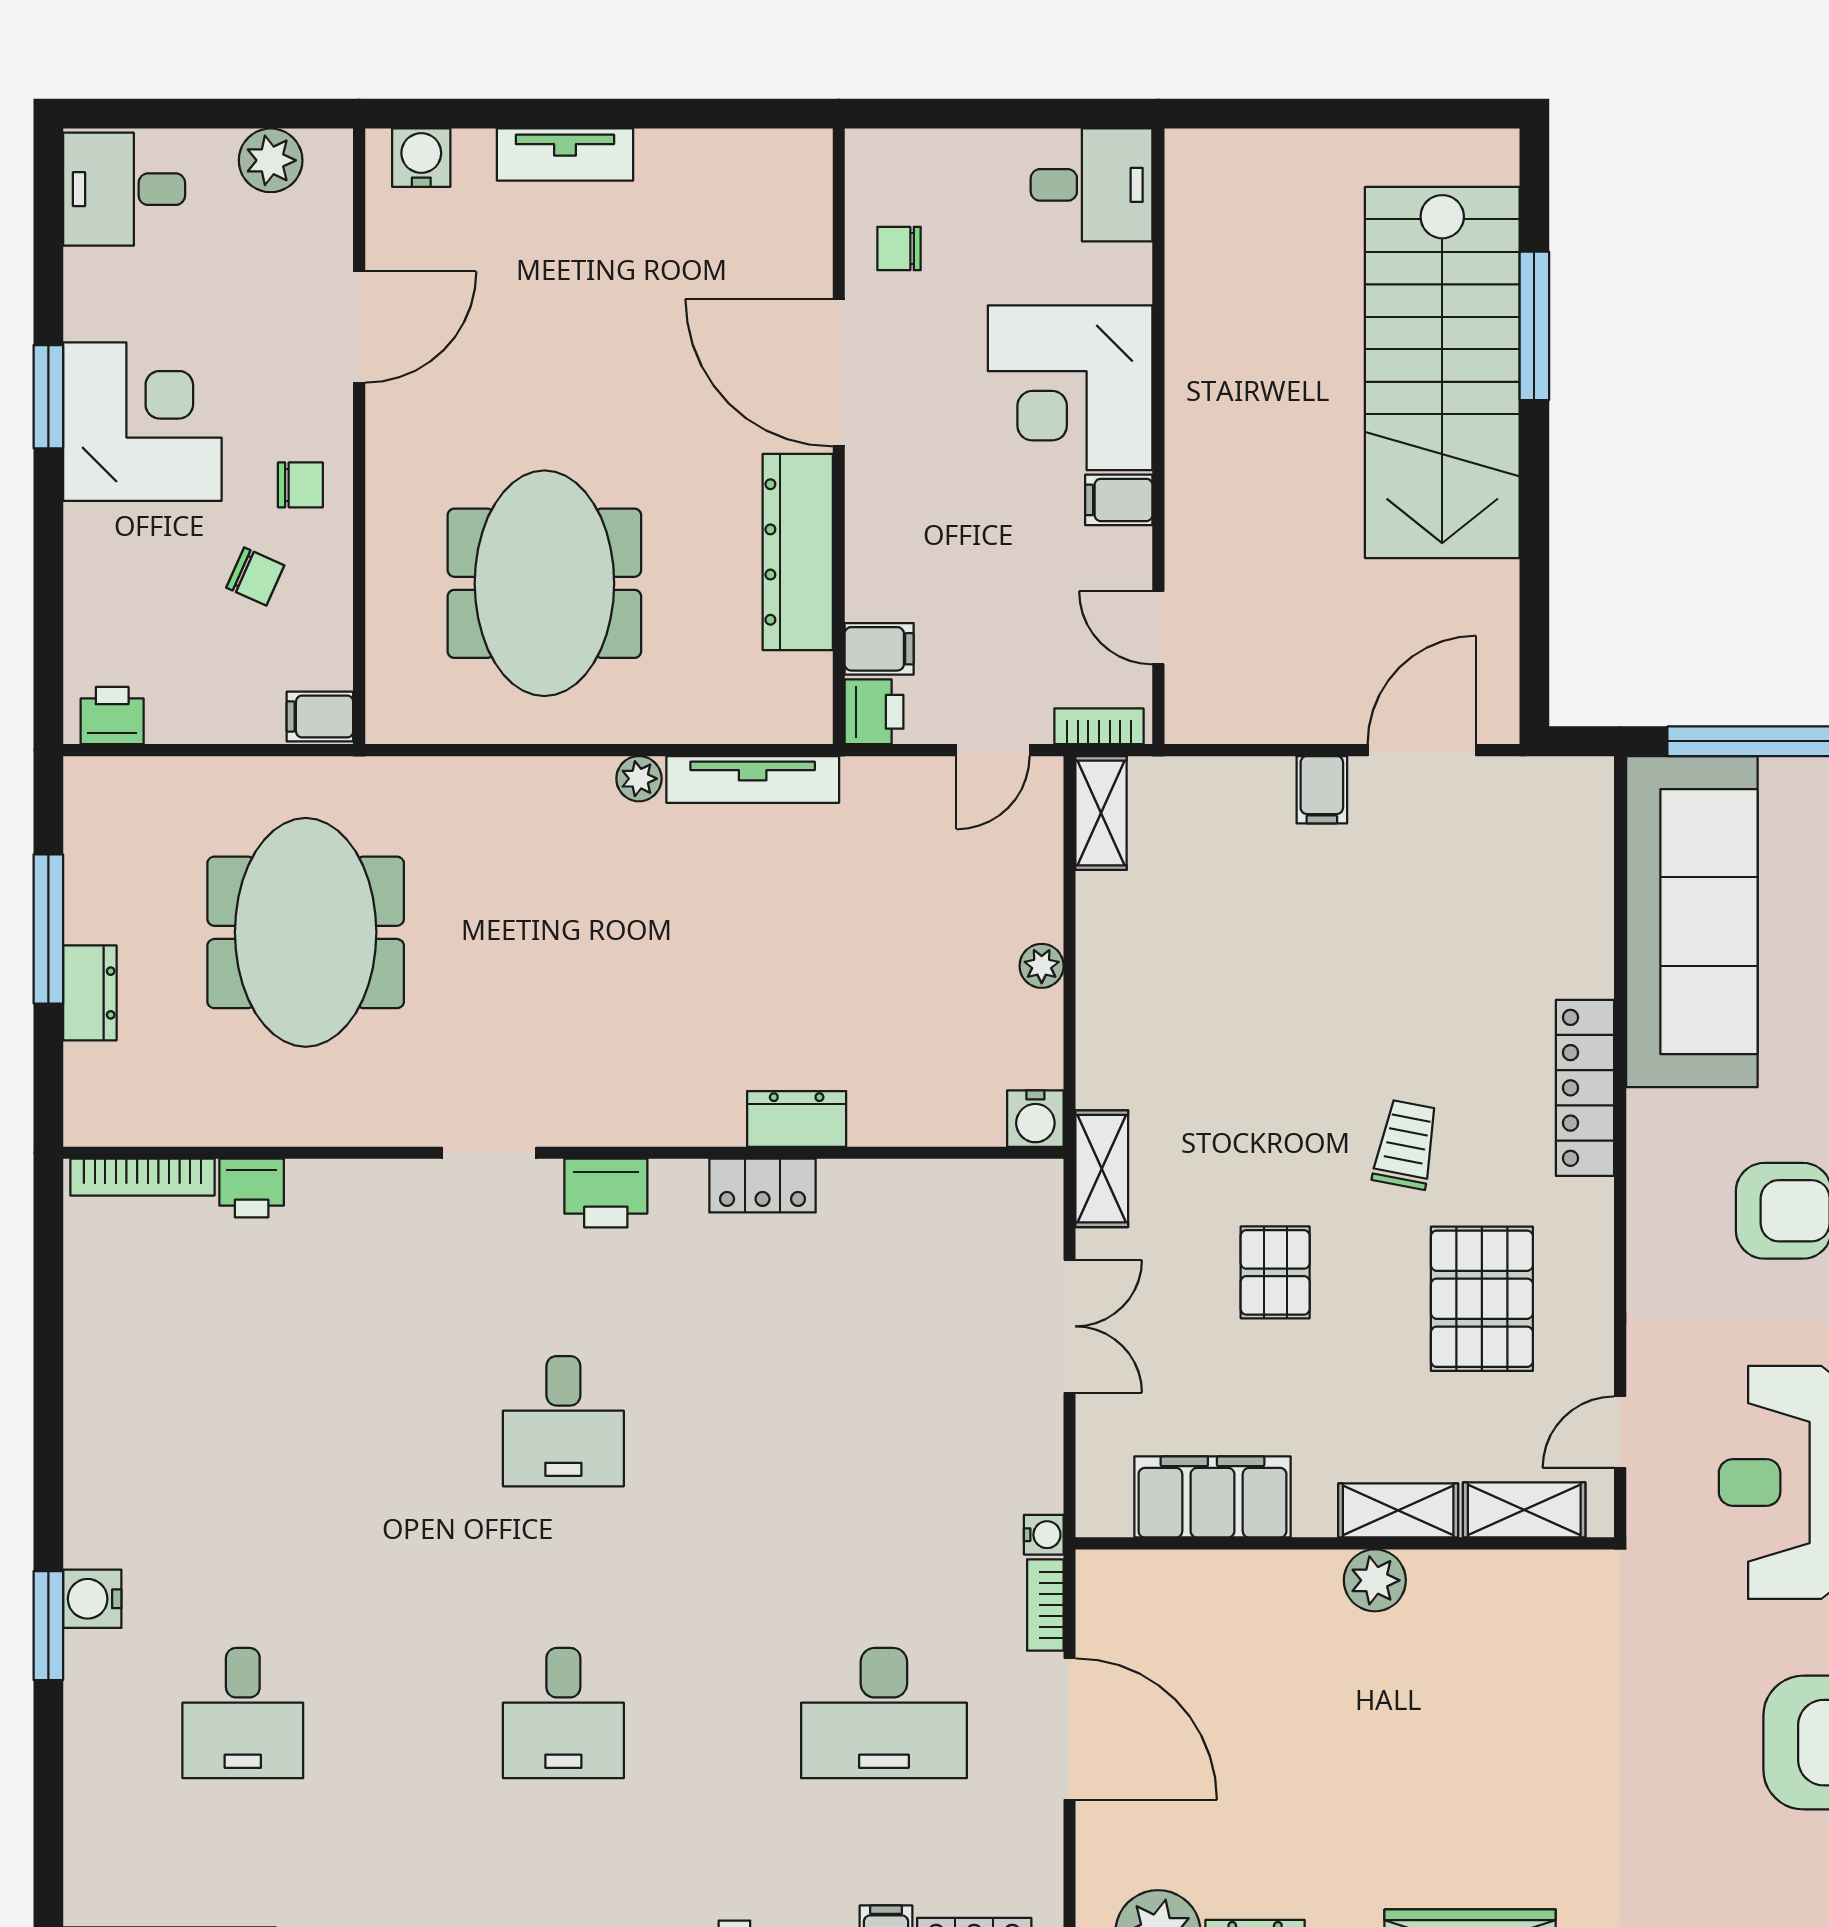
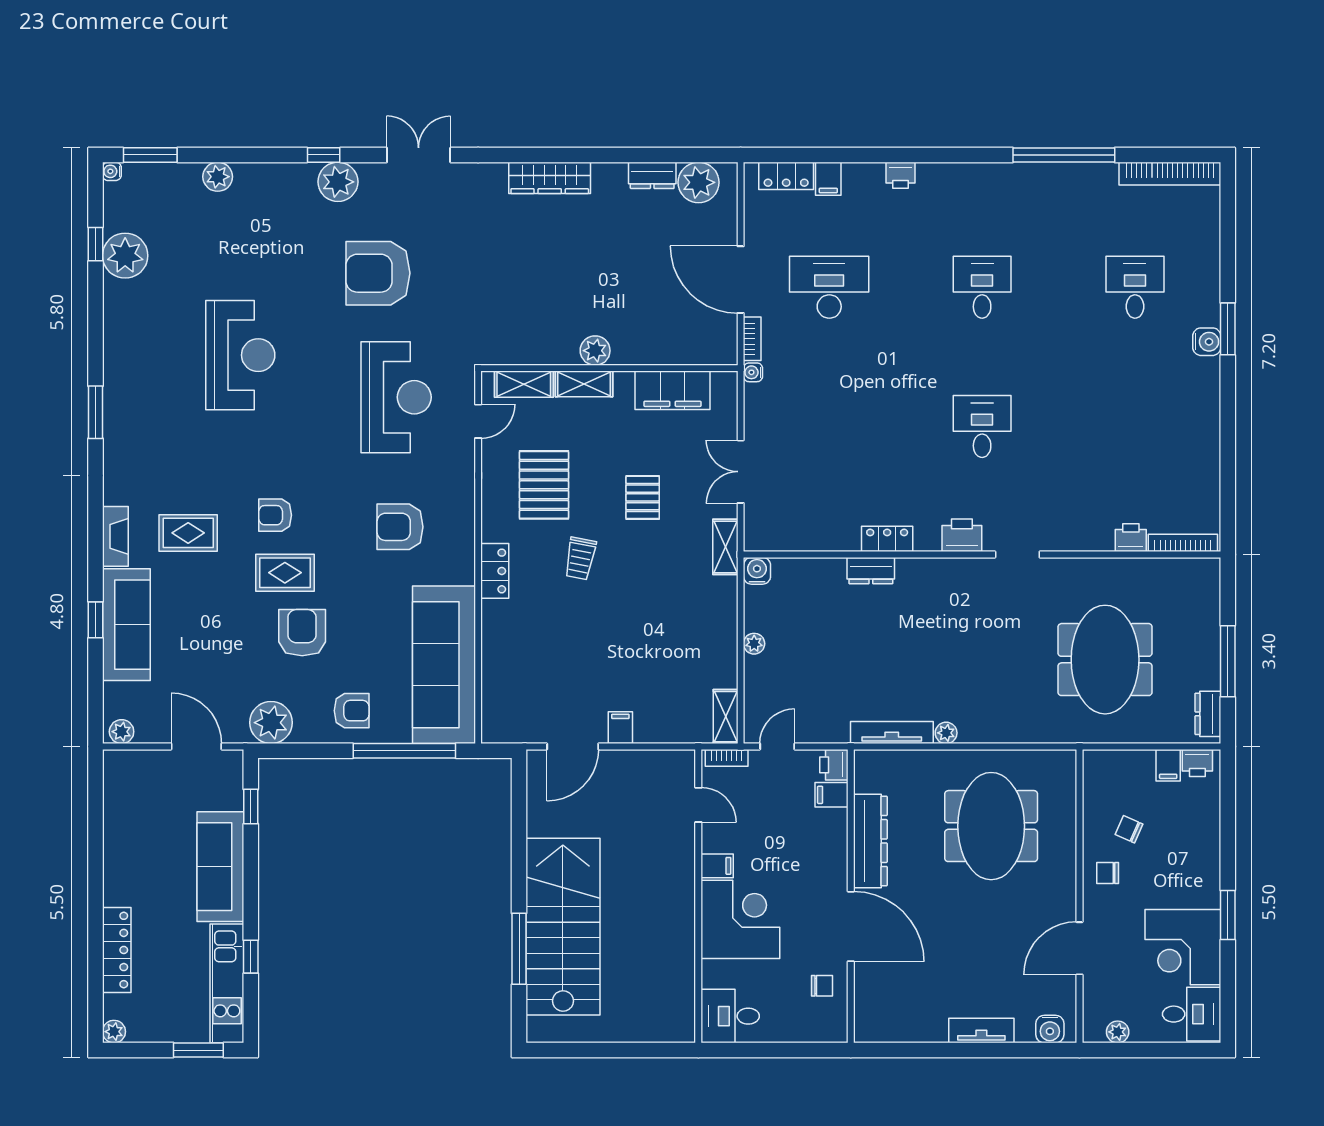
plant: (271, 160) -> (1118, 1032), width x0.73, depth x0.73
corner desk: (142, 422) -> (1183, 947), moved
filing cabinet: (320, 716) -> (1168, 765), moved, turned 90
dresser: (90, 993) -> (1208, 714), moved
locker: (1585, 1088) -> (495, 571), width x0.66

